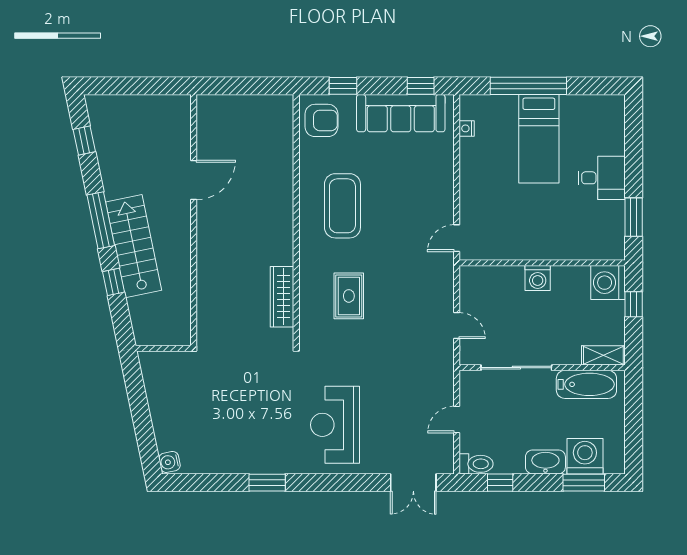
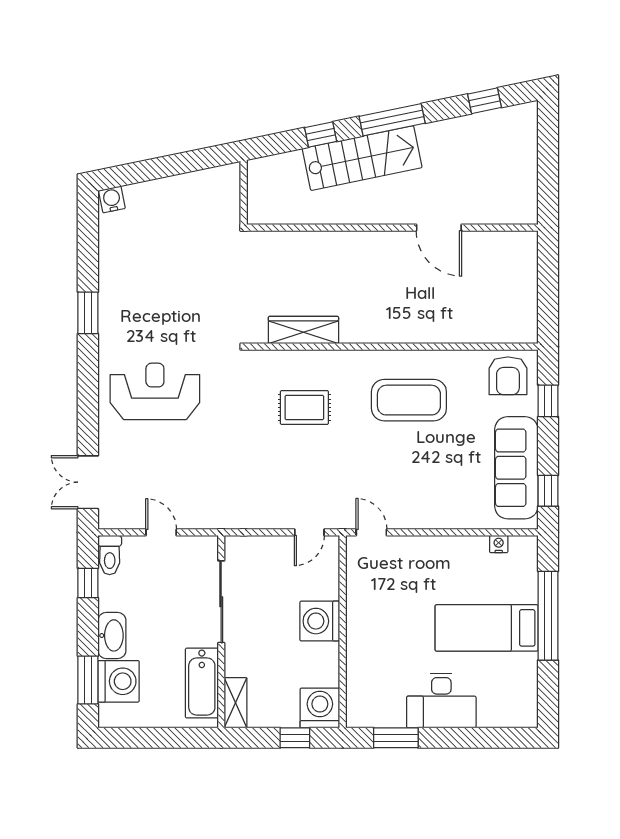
desk: (602, 178) -> (441, 701), width x1.37
washing machine: (538, 278) -> (320, 621), width x1.37, depth x1.37
door: (457, 326) -> (309, 532), moved

